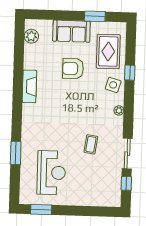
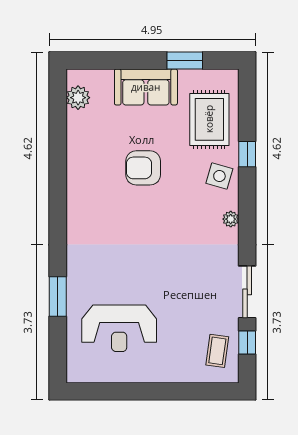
armchair: (73, 69) -> (143, 168), moved
fireplace: (29, 86) -> (78, 183), removed
coffee table: (91, 144) -> (217, 351), moved
reception desk: (51, 173) -> (119, 328), turned 90
window: (41, 210) -> (104, 391), removed

